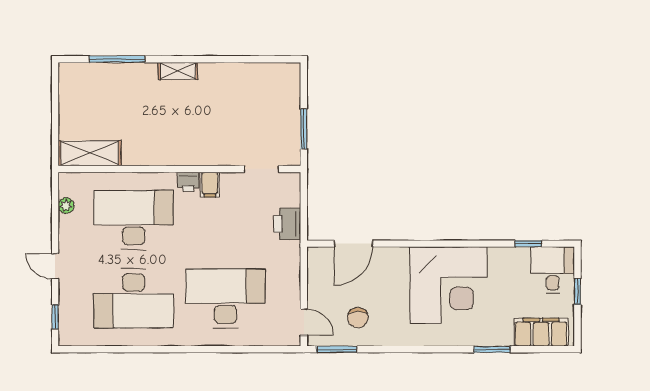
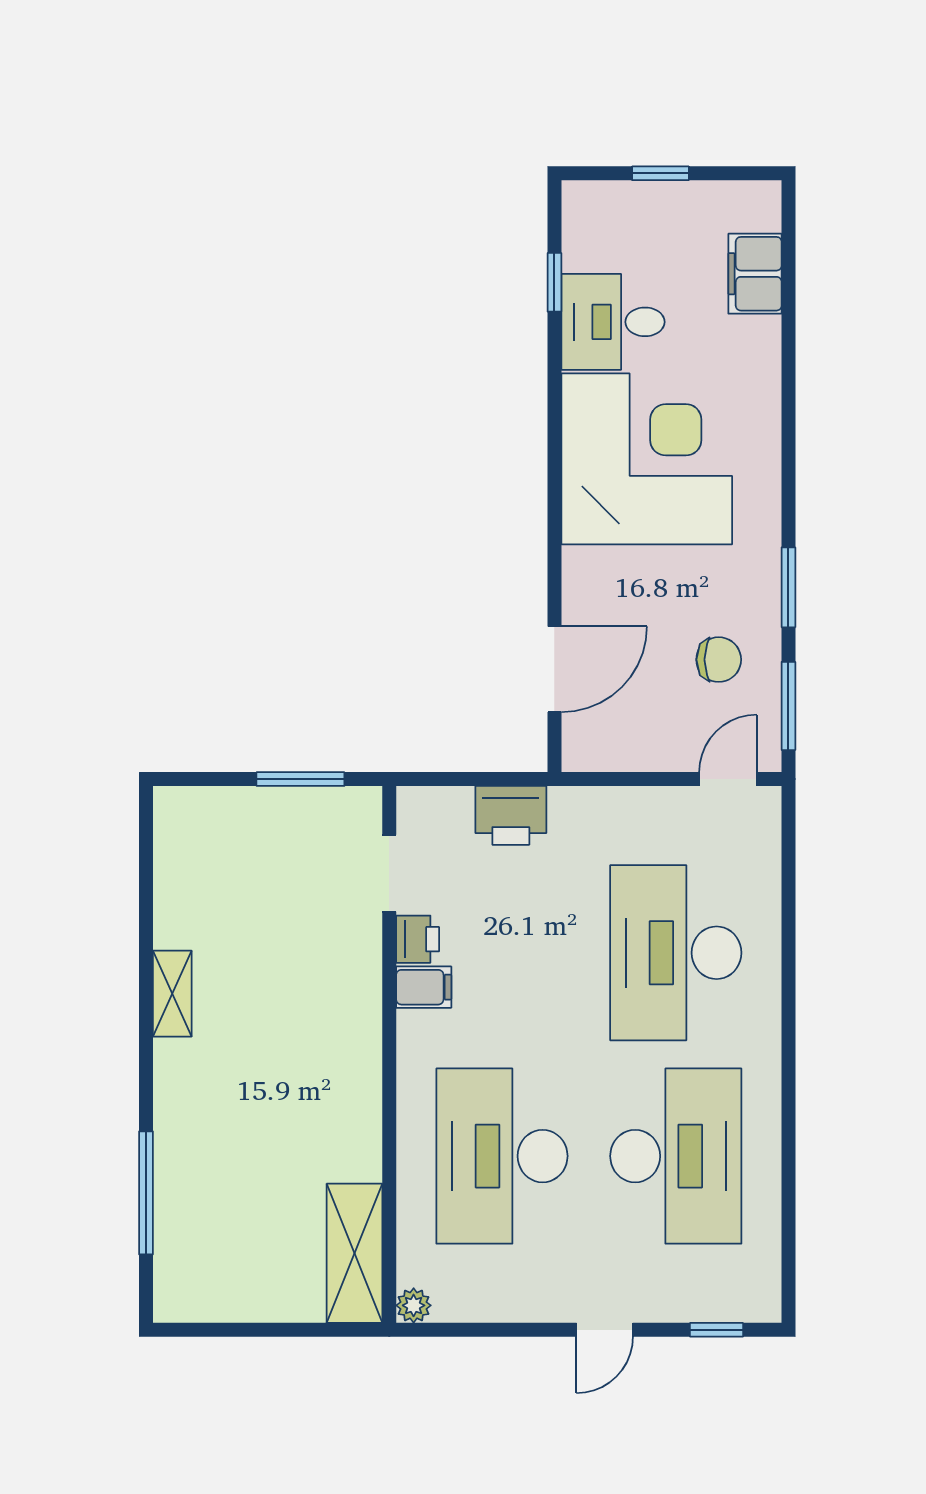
shelving: (178, 71) -> (172, 994), moved
printer: (188, 182) -> (418, 939), moved
plant: (66, 206) -> (414, 1305), moved
door: (353, 244) -> (554, 669), hinge flipped
desk: (553, 270) -> (613, 322), moved
filing cabinet: (541, 332) -> (755, 274), width x0.67, depth x0.86
window: (492, 349) -> (788, 587), moved

